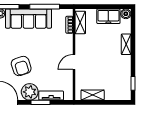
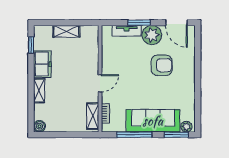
freezer: (108, 16) -> (42, 64), moved, turned 90
door: (74, 62) -> (100, 83), moved
armchair: (21, 66) -> (162, 65), turned 108
shelving: (93, 95) -> (66, 31), moved

